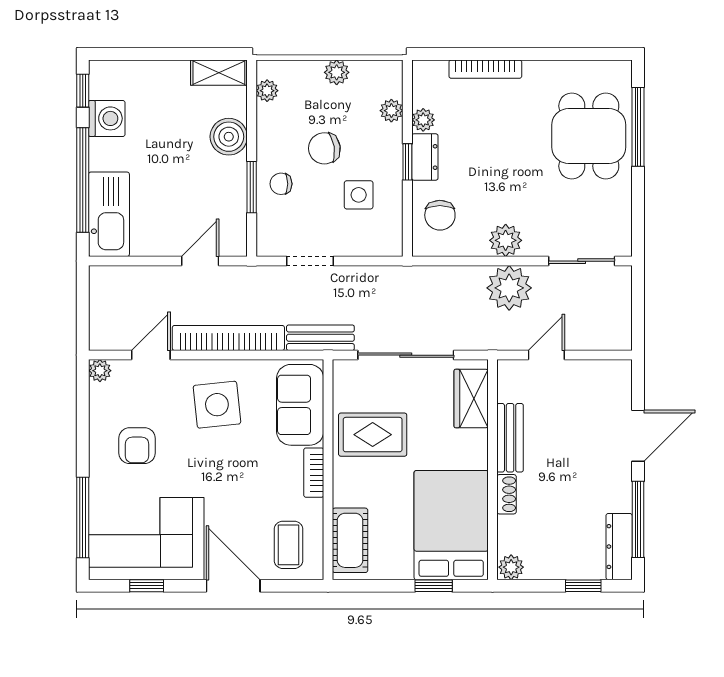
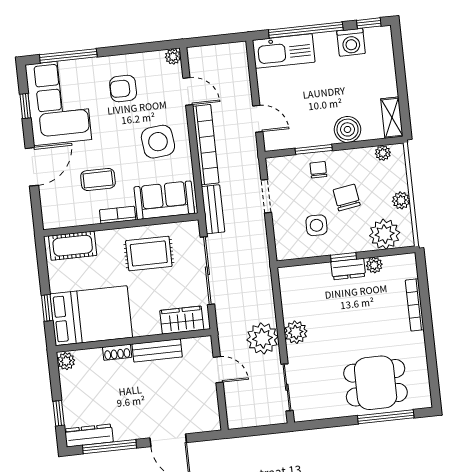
plant: (391, 111) -> (385, 234), width x1.87, depth x1.87
chair: (440, 215) -> (308, 284), removed
rug: (373, 435) -> (149, 253), turned 90
coffee table: (289, 545) -> (98, 179), moved

